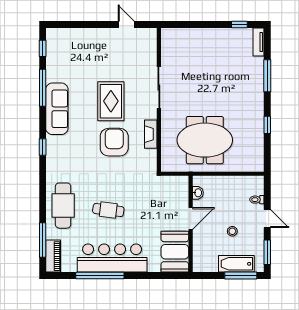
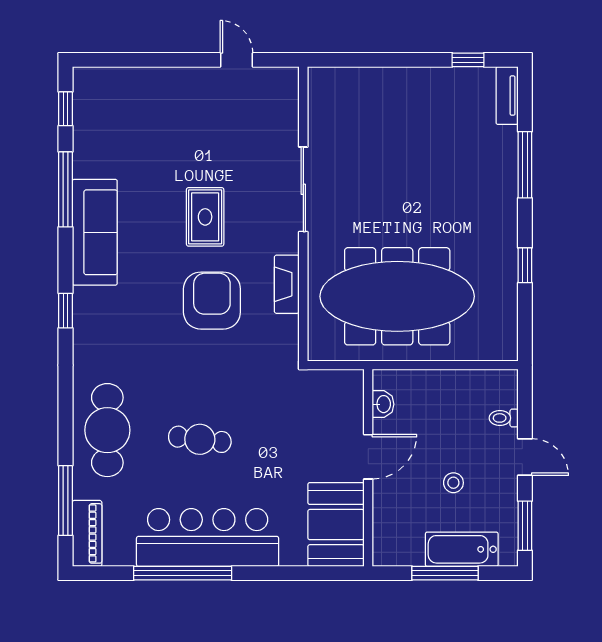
rug: (111, 101) -> (205, 217), width x0.73, depth x0.70
meeting table: (205, 140) -> (397, 296), width x1.36
window: (241, 276) -> (445, 573), moved

